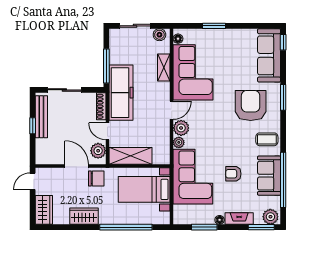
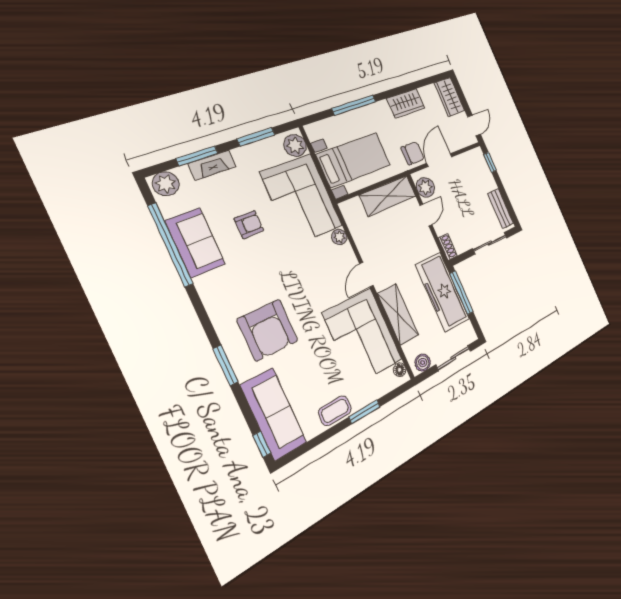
shelving: (164, 67) -> (398, 314), width x1.50, depth x1.33
freezer: (121, 93) -> (443, 292), moved
shoe rack: (101, 106) -> (448, 247), width x0.70
bench: (41, 117) -> (501, 209), width x0.73
window: (33, 126) -> (490, 162), moved
plant: (181, 128) -> (295, 145), moved
door: (107, 131) -> (426, 215), hinge flipped
coffee table: (267, 139) -> (335, 411), moved
door: (77, 166) -> (439, 160), swing flipped
chair: (96, 178) -> (413, 153), turned 180
floor lamp: (220, 220) -> (239, 154), removed
window: (126, 227) -> (354, 105), width x0.68
window: (261, 227) -> (197, 156), moved

